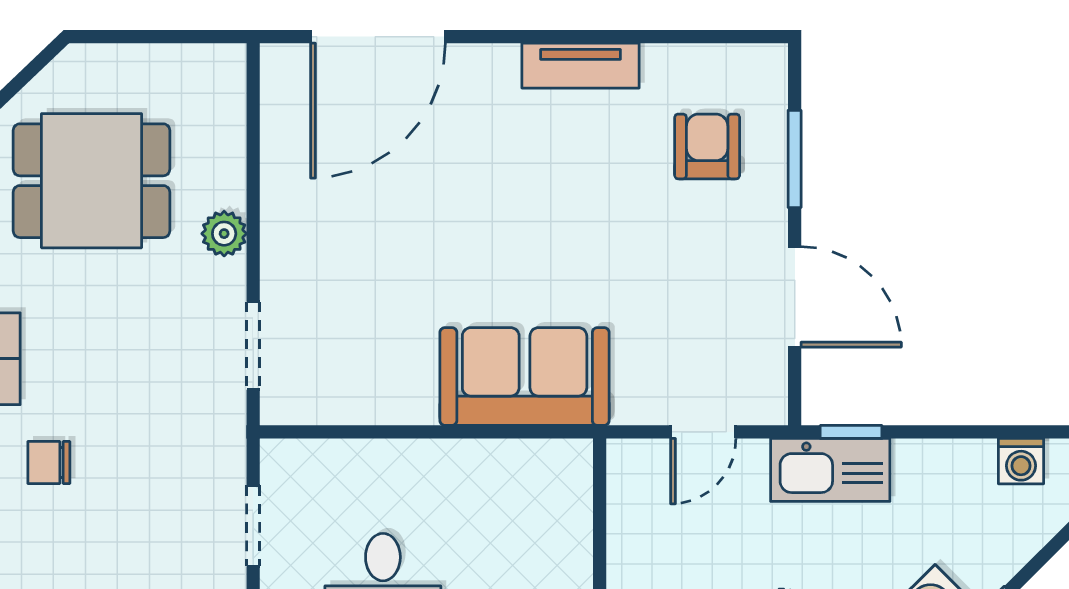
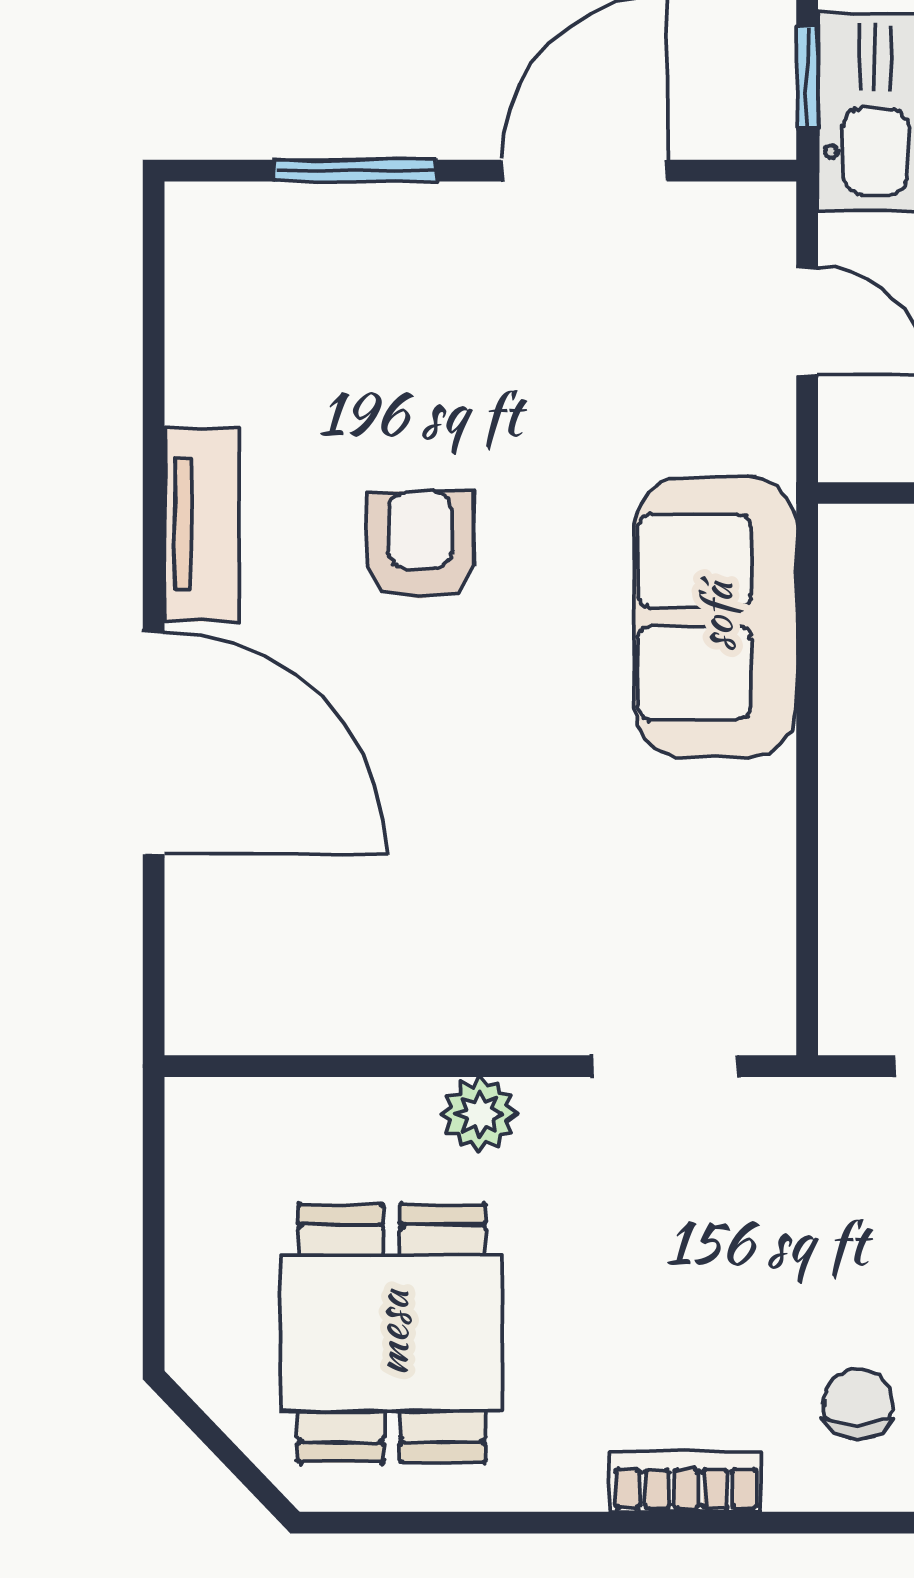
door: (378, 37) -> (154, 743), moved
armchair: (707, 146) -> (420, 545), moved, turned 90
chair: (49, 463) -> (858, 1404), turned 180

